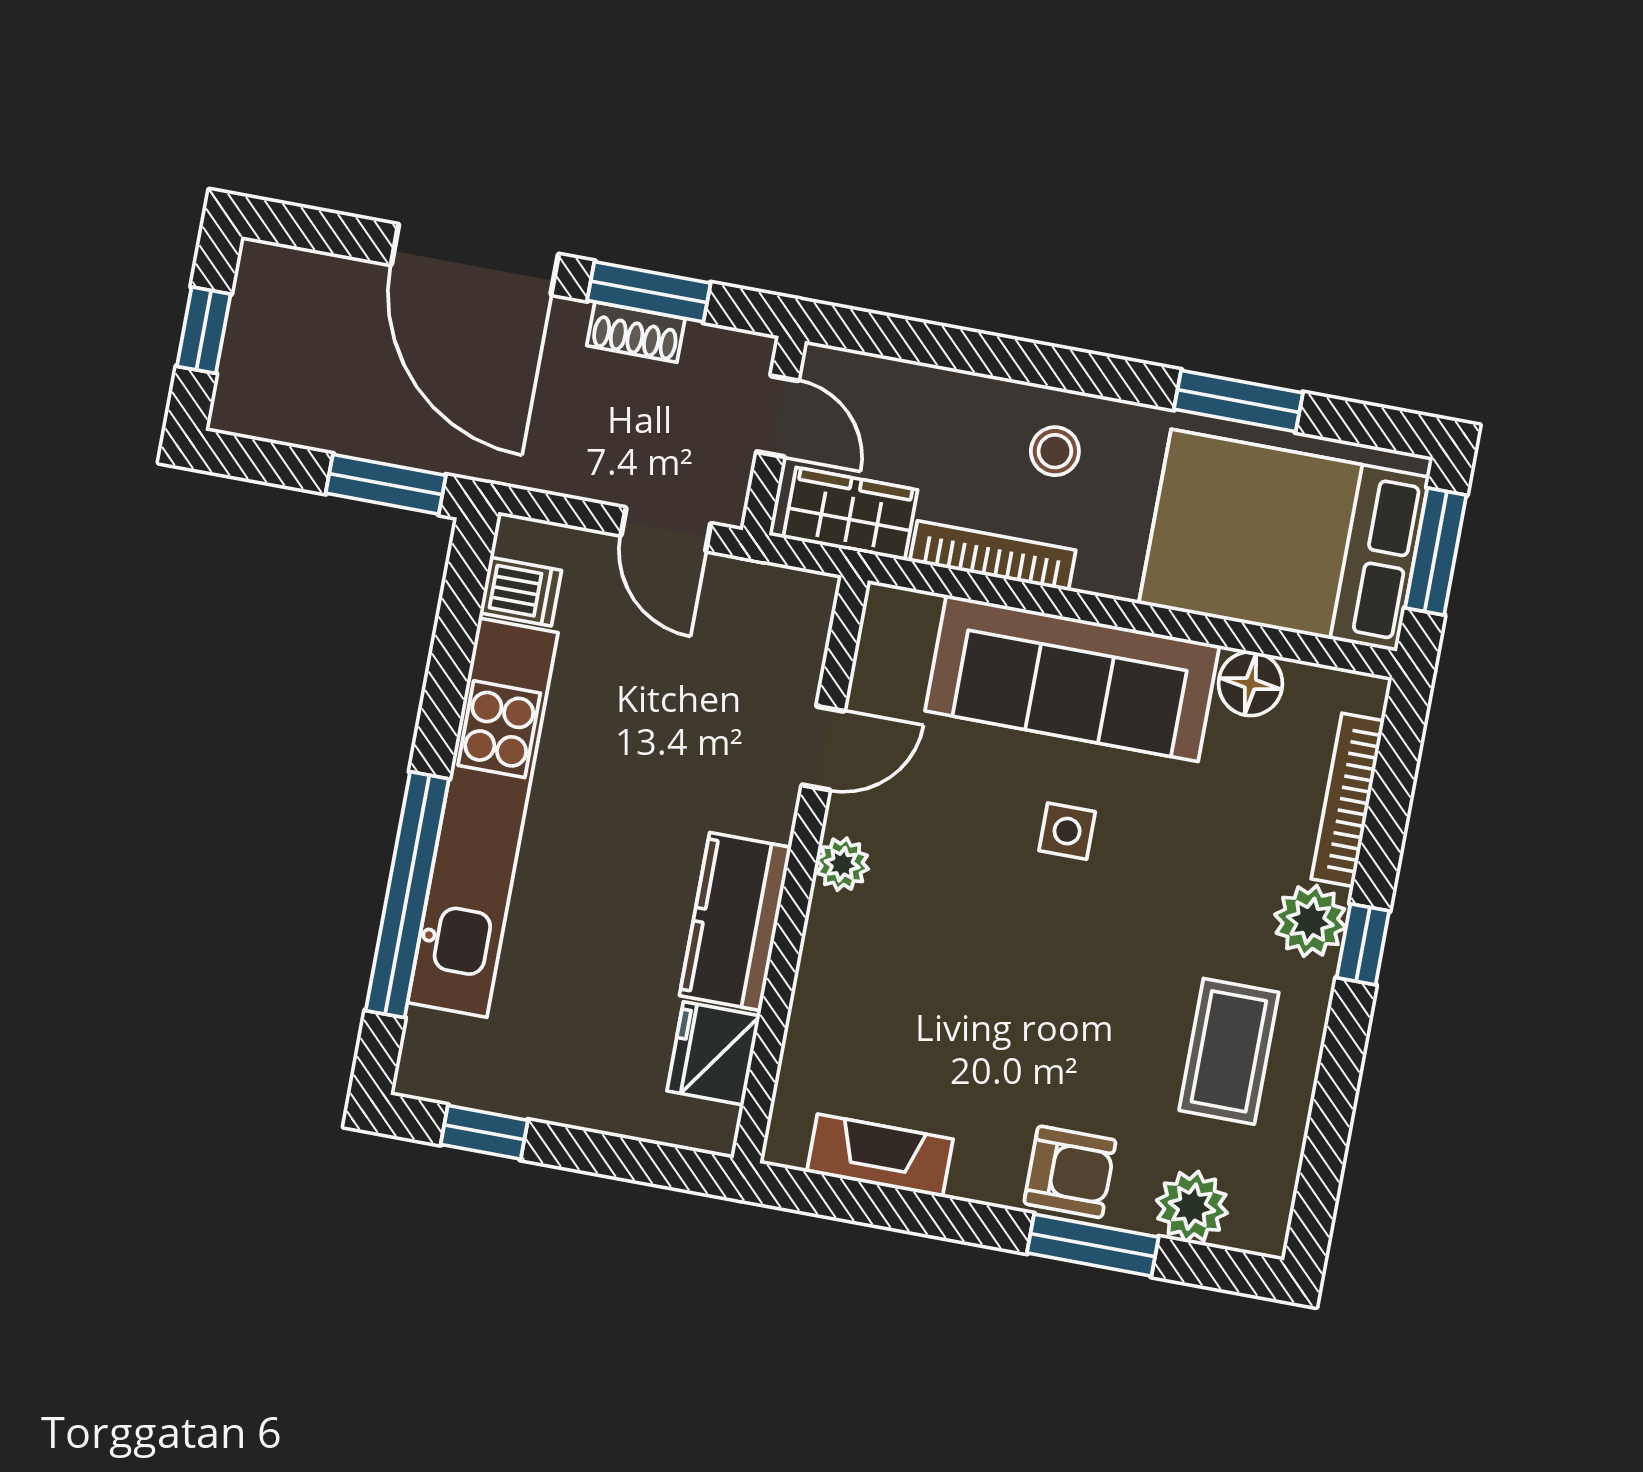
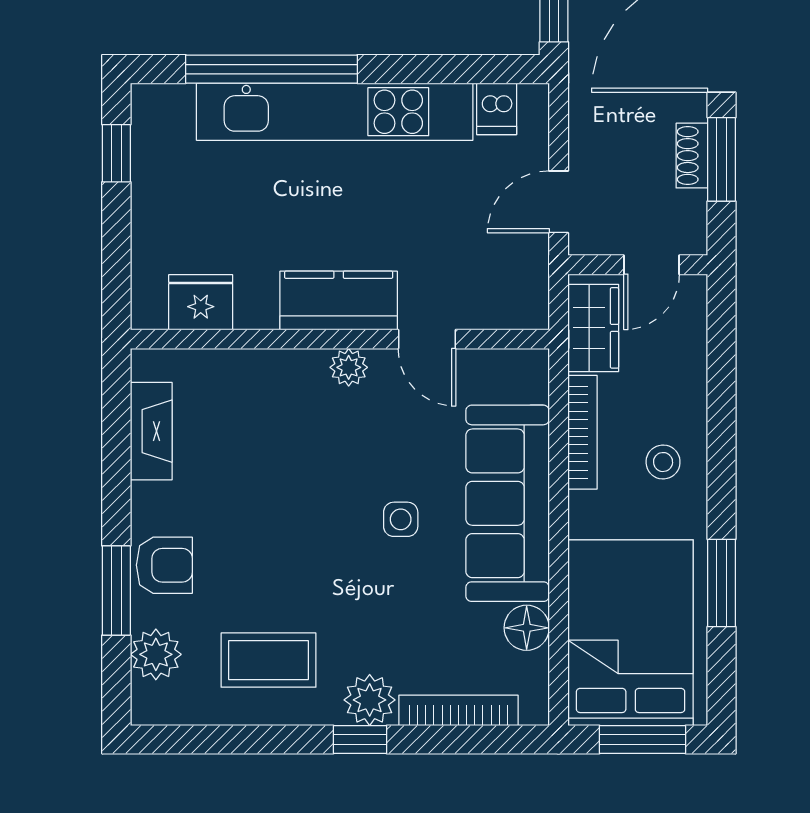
kitchen counter: (735, 922) -> (339, 301), moved
armchair: (1070, 1172) -> (164, 565), turned -90

